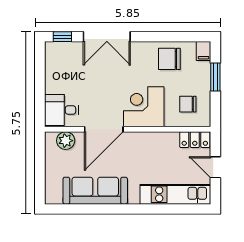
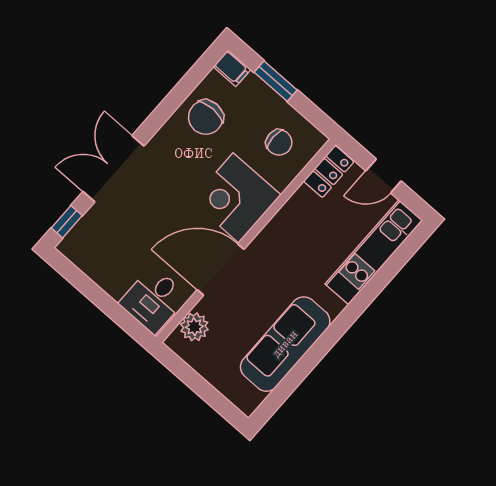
double door: (107, 37) -> (113, 169), swing flipped
chair: (188, 104) -> (279, 142), turned -90
door: (104, 129) -> (221, 269), swing flipped

